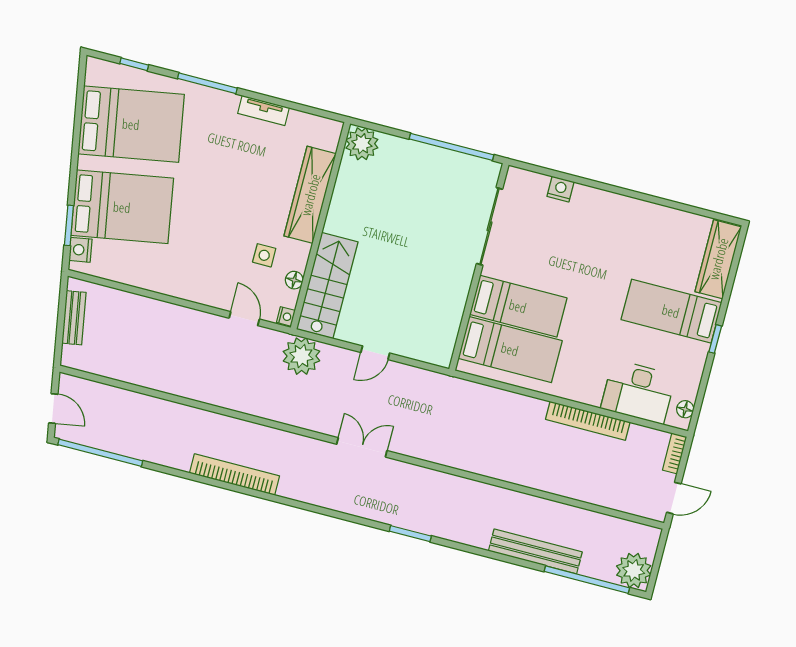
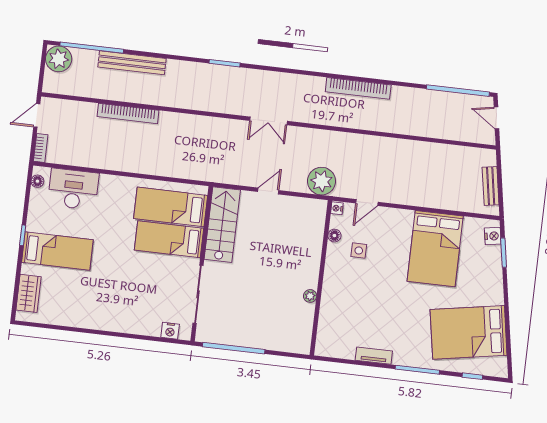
plant: (362, 144) -> (310, 296), moved, width x0.53, depth x0.53
nightstand: (560, 189) -> (170, 331), moved
wardrobe: (310, 195) -> (332, 299), removed
bed: (122, 207) -> (435, 249), moved, turned -80
wardrobe: (718, 259) -> (29, 293), width x0.67
stairs: (327, 286) -> (222, 225), moved, turned 180
door: (244, 319) -> (367, 203), hinge flipped
bookcase: (588, 421) -> (128, 113), moved, turned 180

